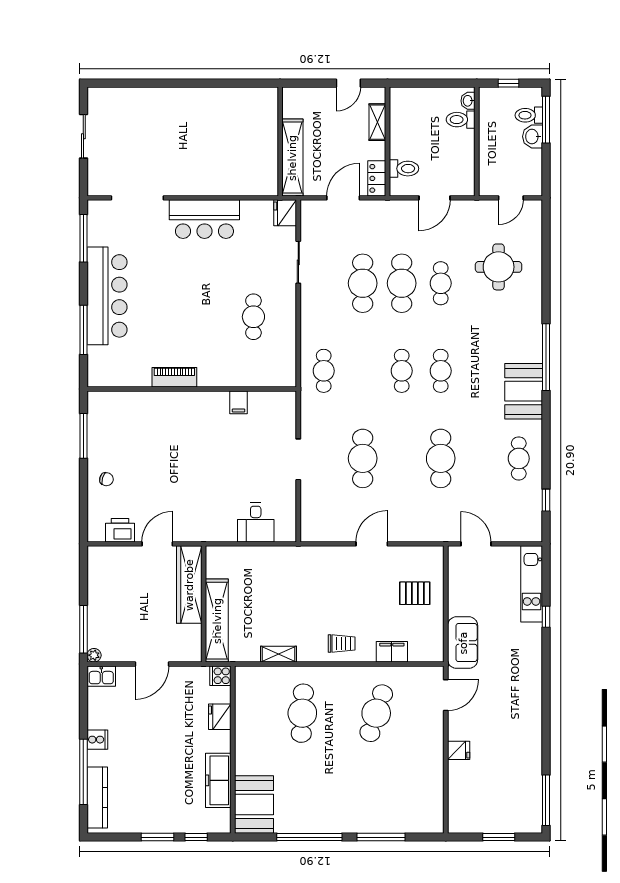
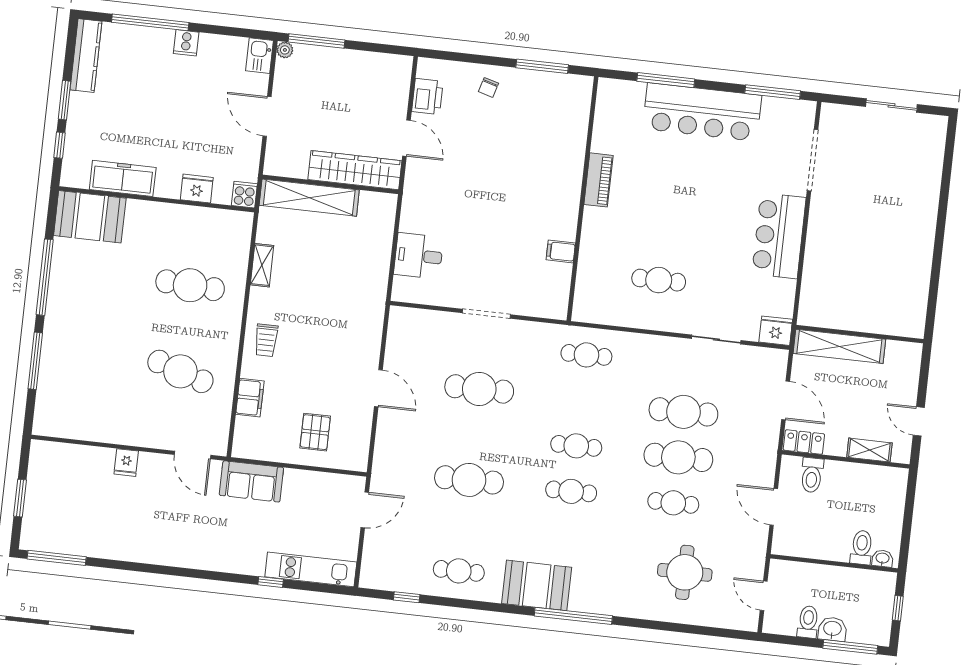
toilet: (529, 115) -> (808, 622), moved
kitchen counter: (97, 798) -> (86, 56), moved, turned -90

